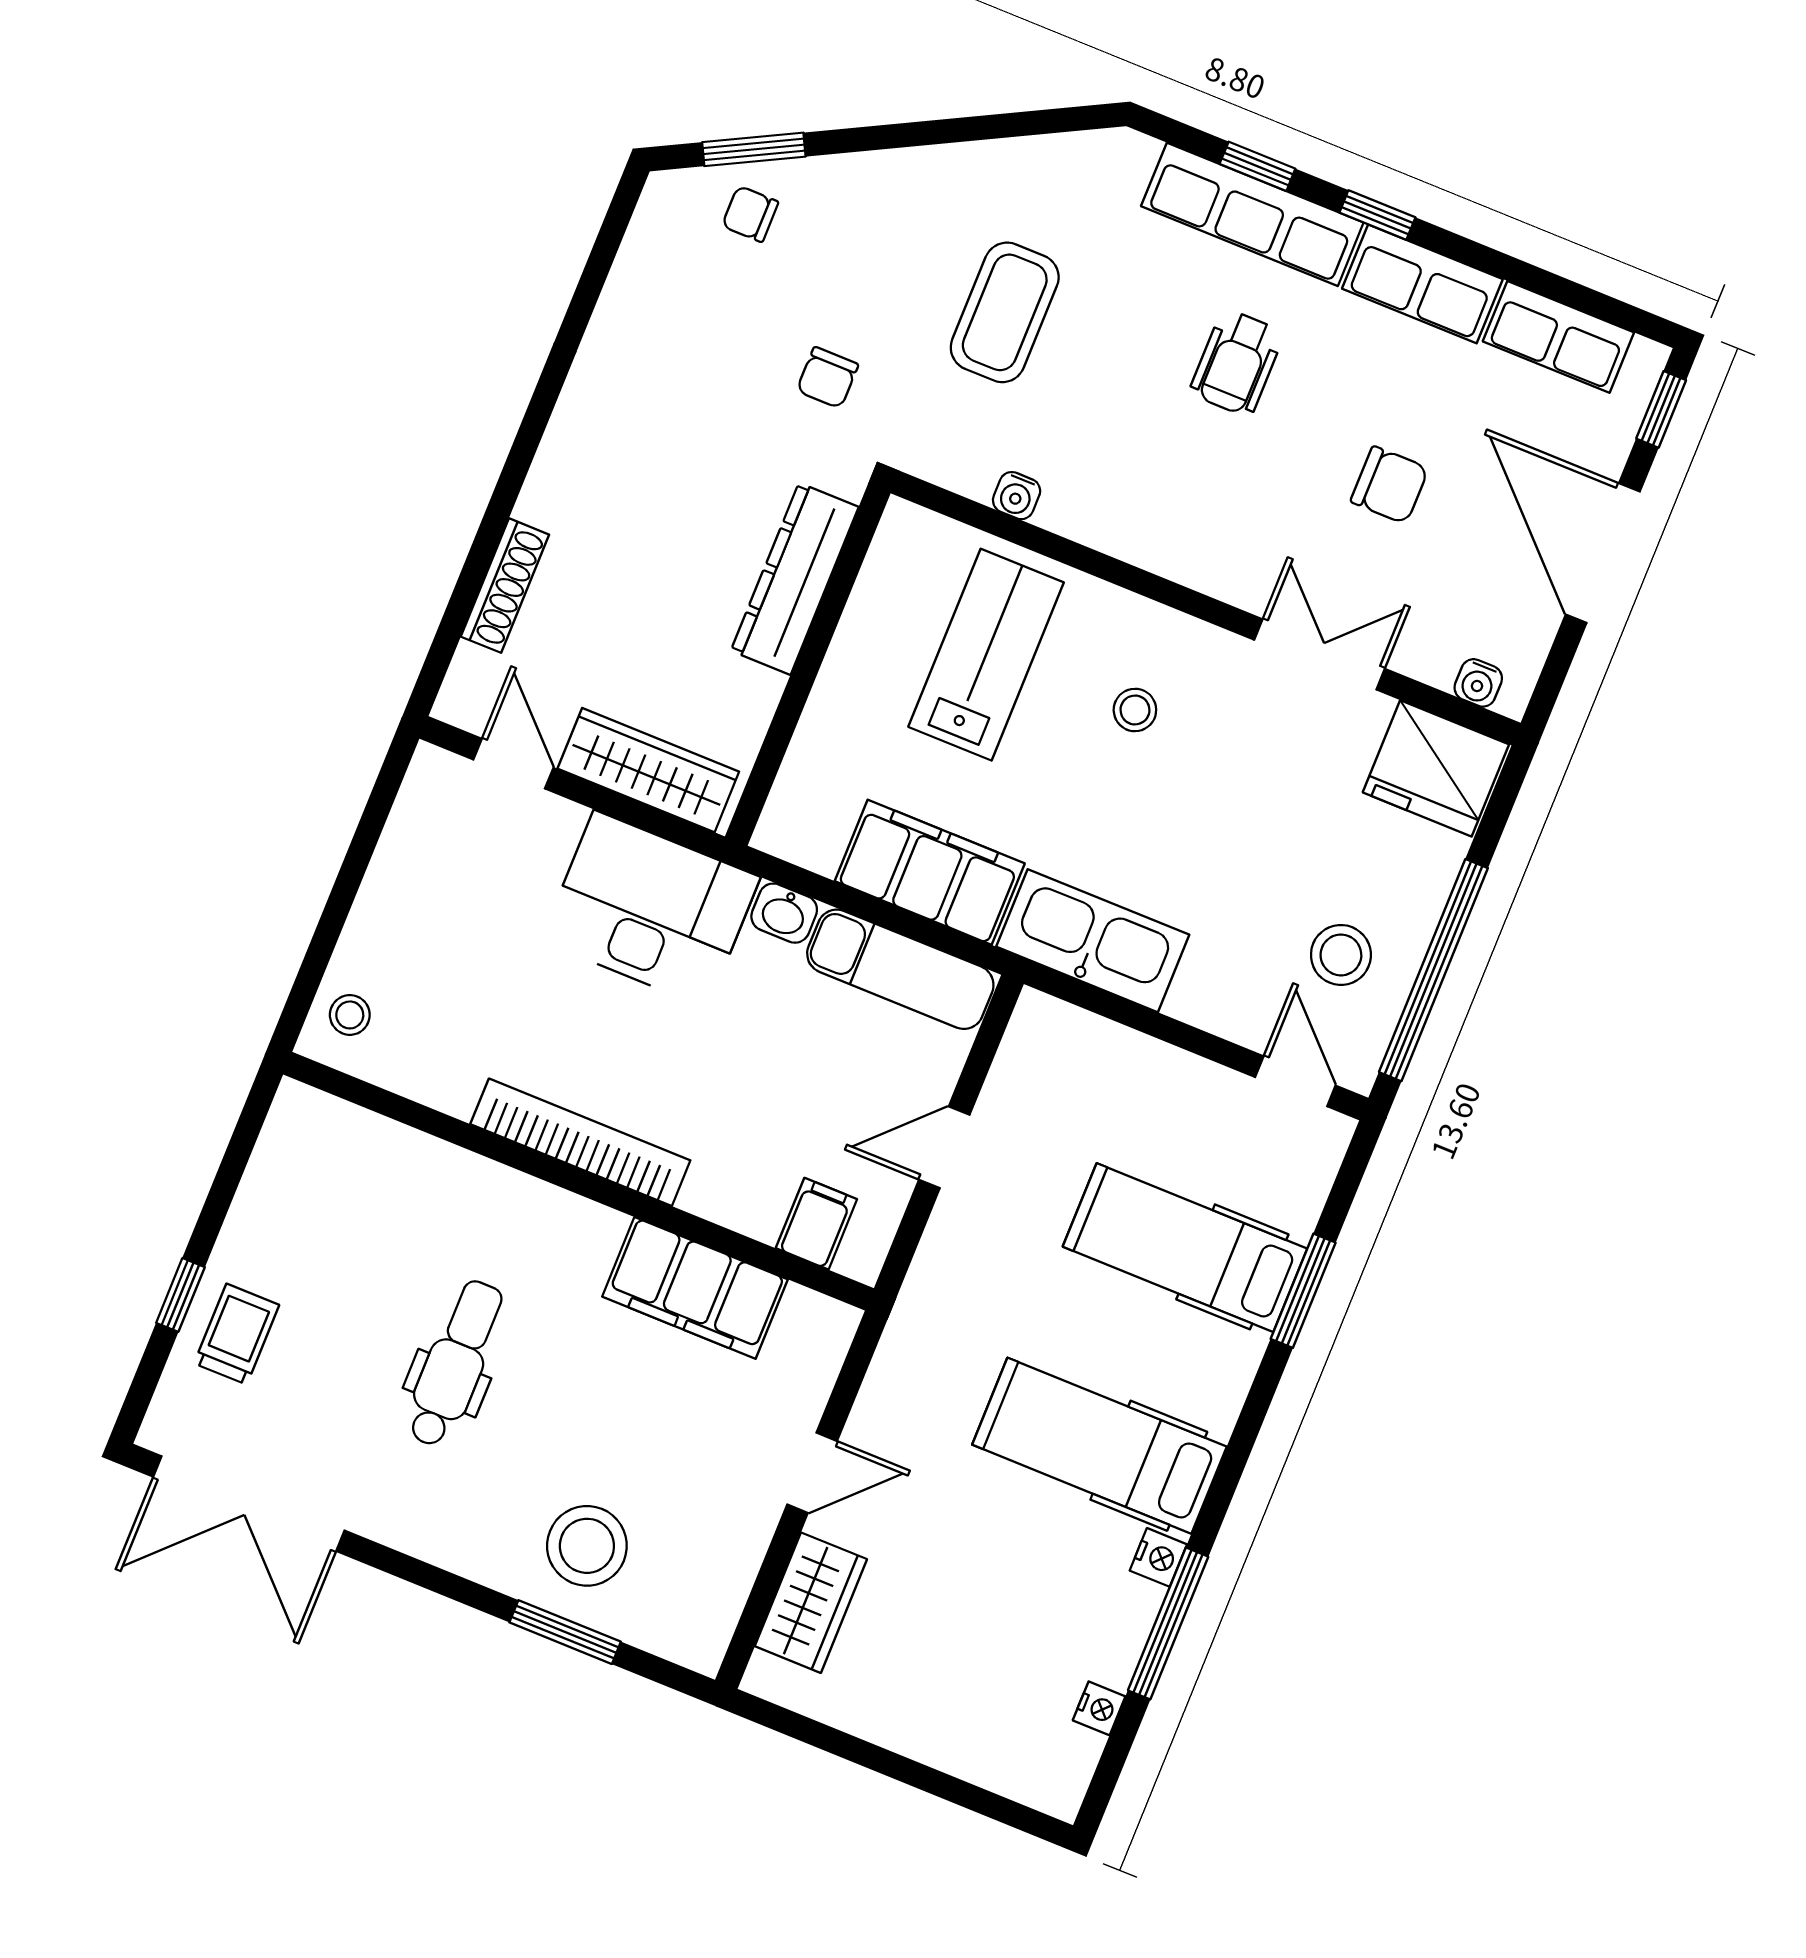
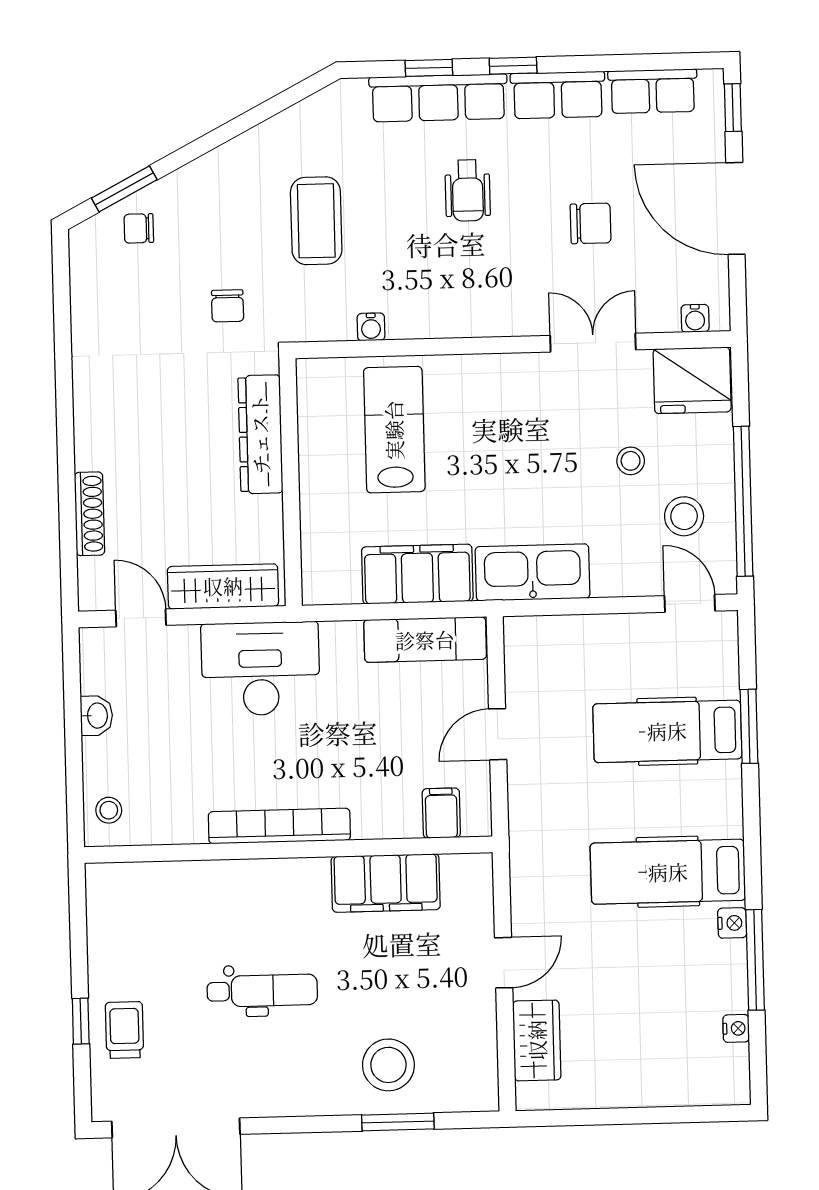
stool: (1135, 710) -> (631, 461), moved
washbasin: (784, 913) -> (97, 716), moved, turned -90
dental chair: (455, 1364) -> (262, 991), turned 90

